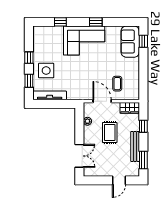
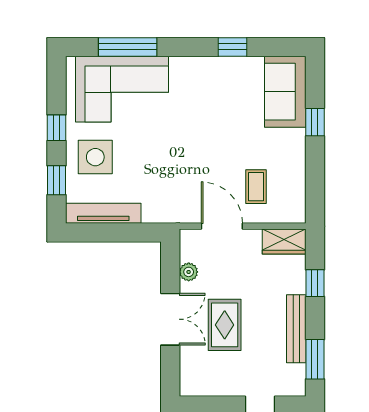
window: (60, 22) -> (128, 47), width x2.17
window: (96, 22) -> (232, 47), moved
corner sofa: (84, 40) -> (122, 89), moved
window: (143, 41) -> (315, 122), moved
rug: (110, 132) -> (225, 325), moved
double door: (79, 156) -> (170, 319), moved

